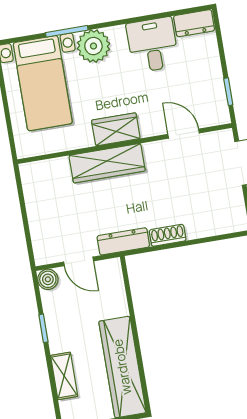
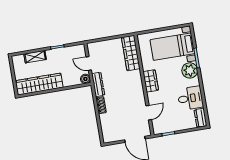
wardrobe: (107, 163) -> (131, 53), moved
door: (79, 261) -> (89, 63), hinge flipped
boiler: (48, 279) -> (85, 79), moved

